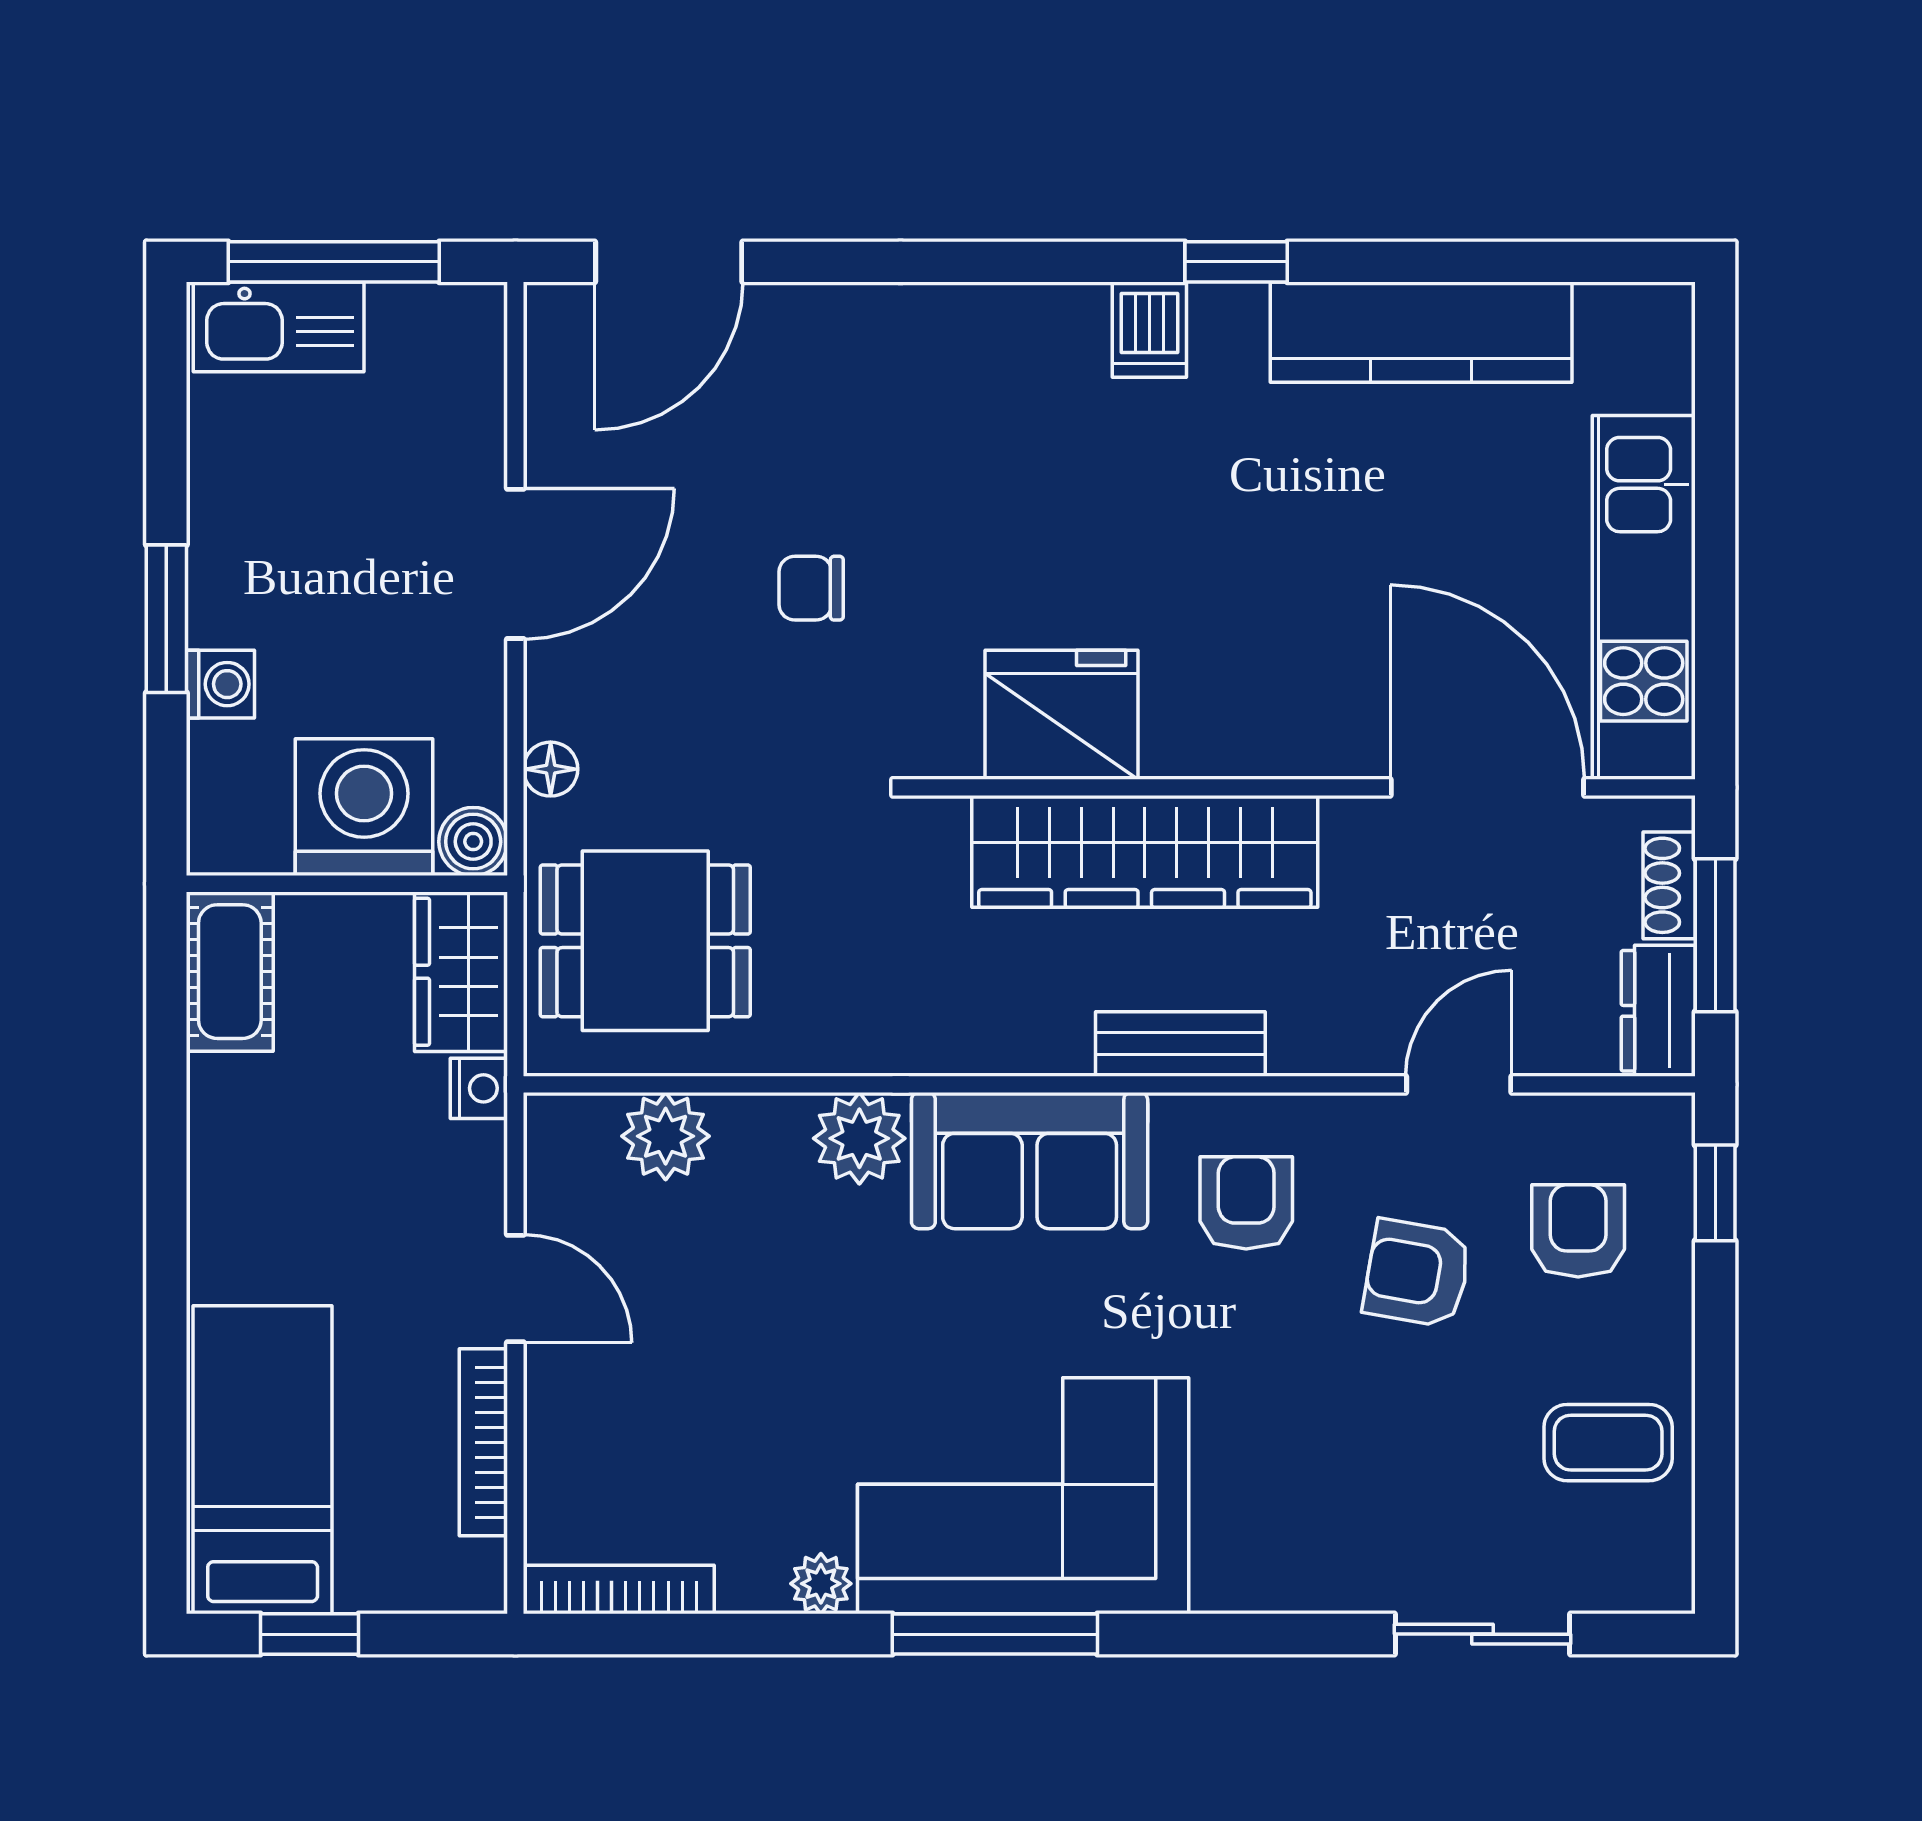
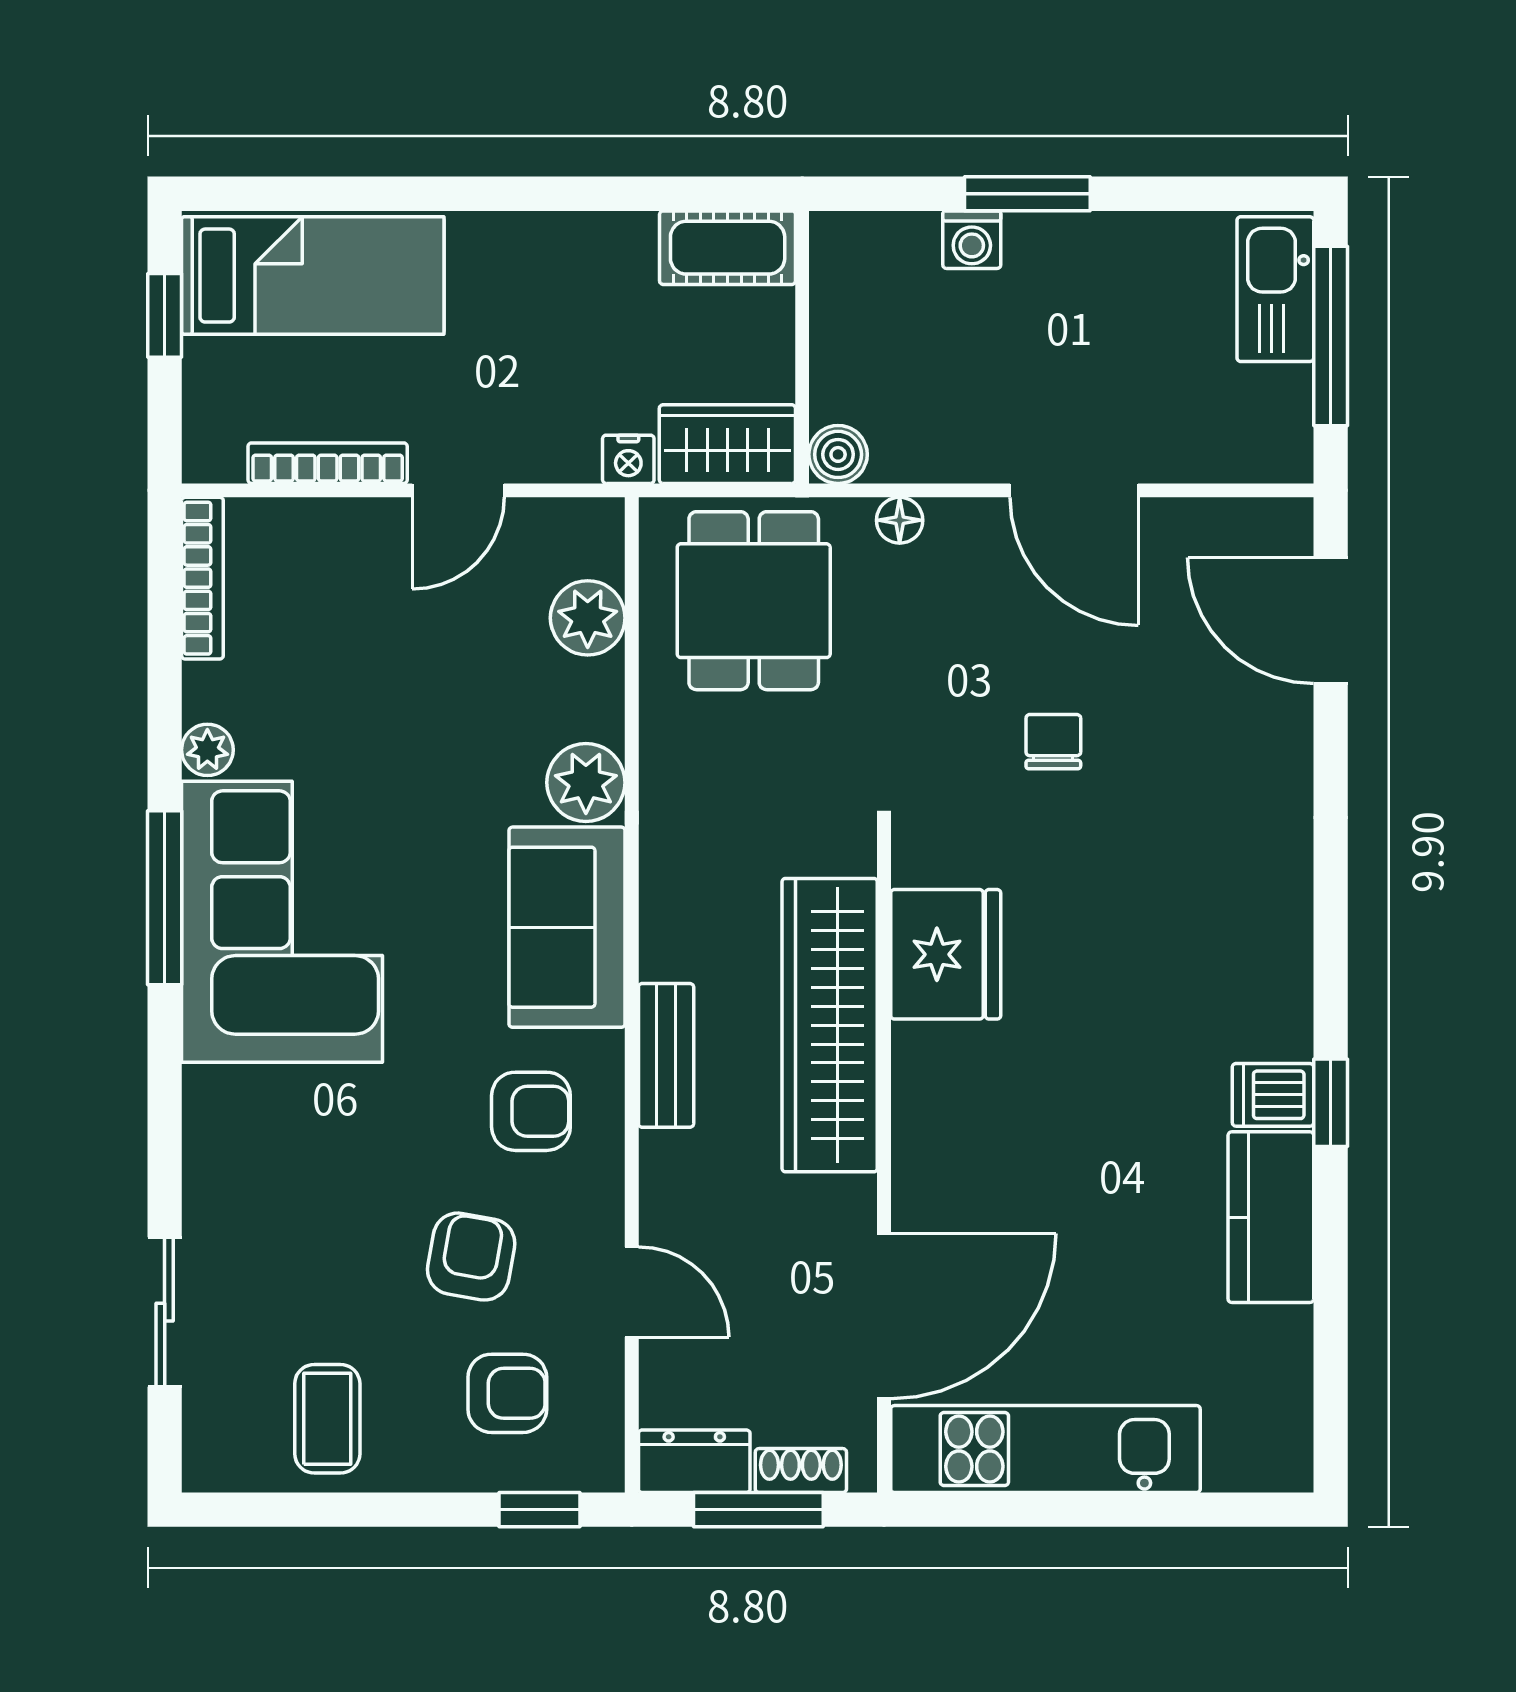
dishwasher: (1149, 330) -> (1273, 1095), moved
kitchen counter: (1421, 332) -> (1271, 1217), width x0.67
washing machine: (364, 807) -> (867, 362), removed

